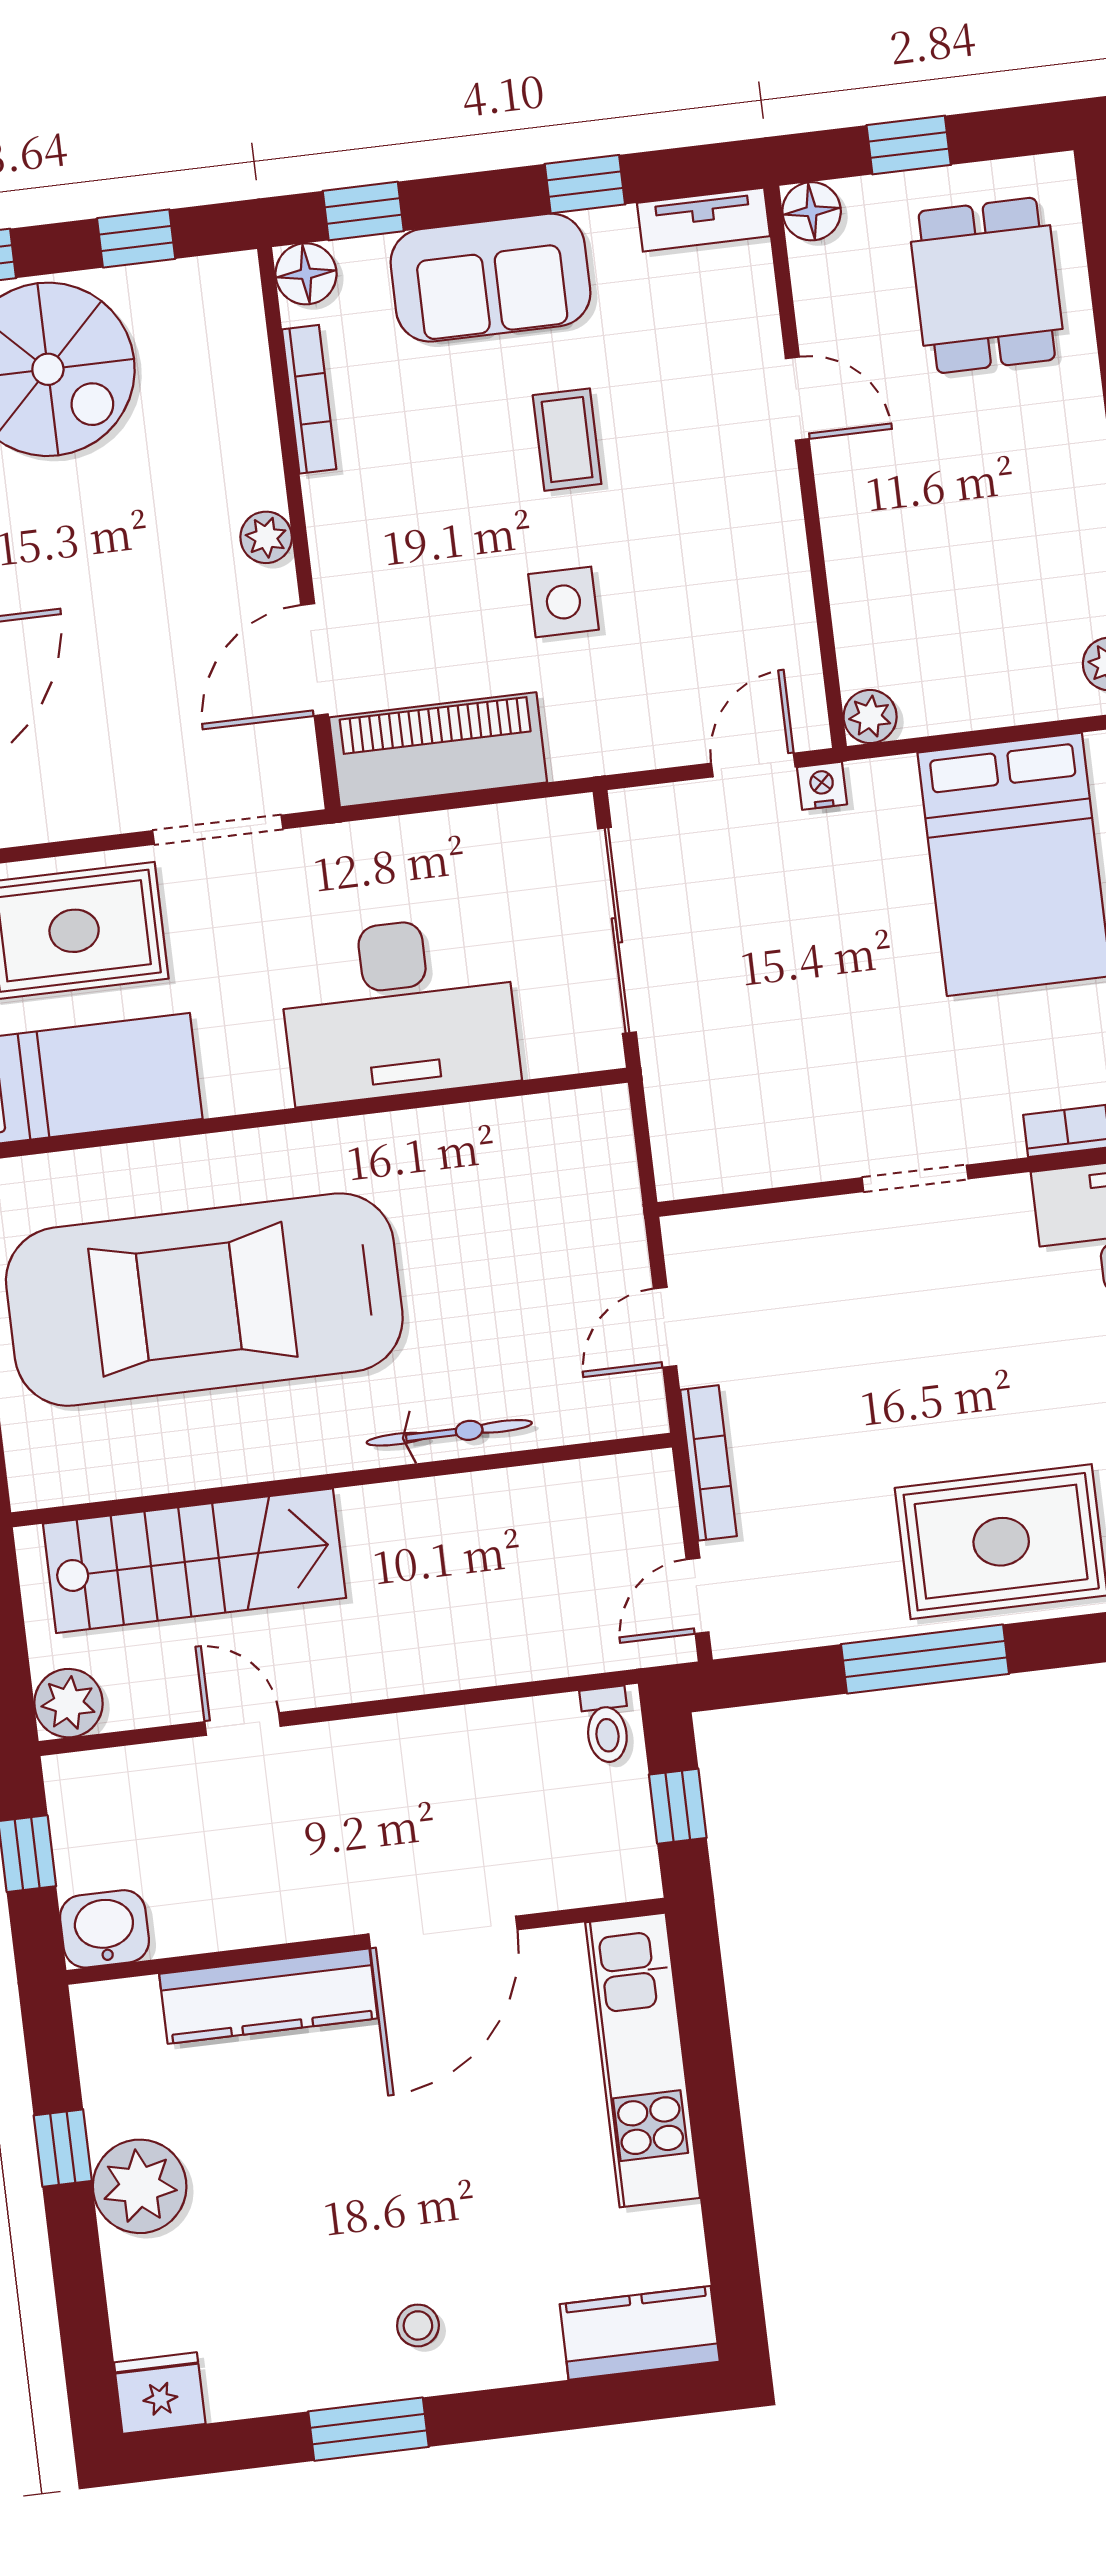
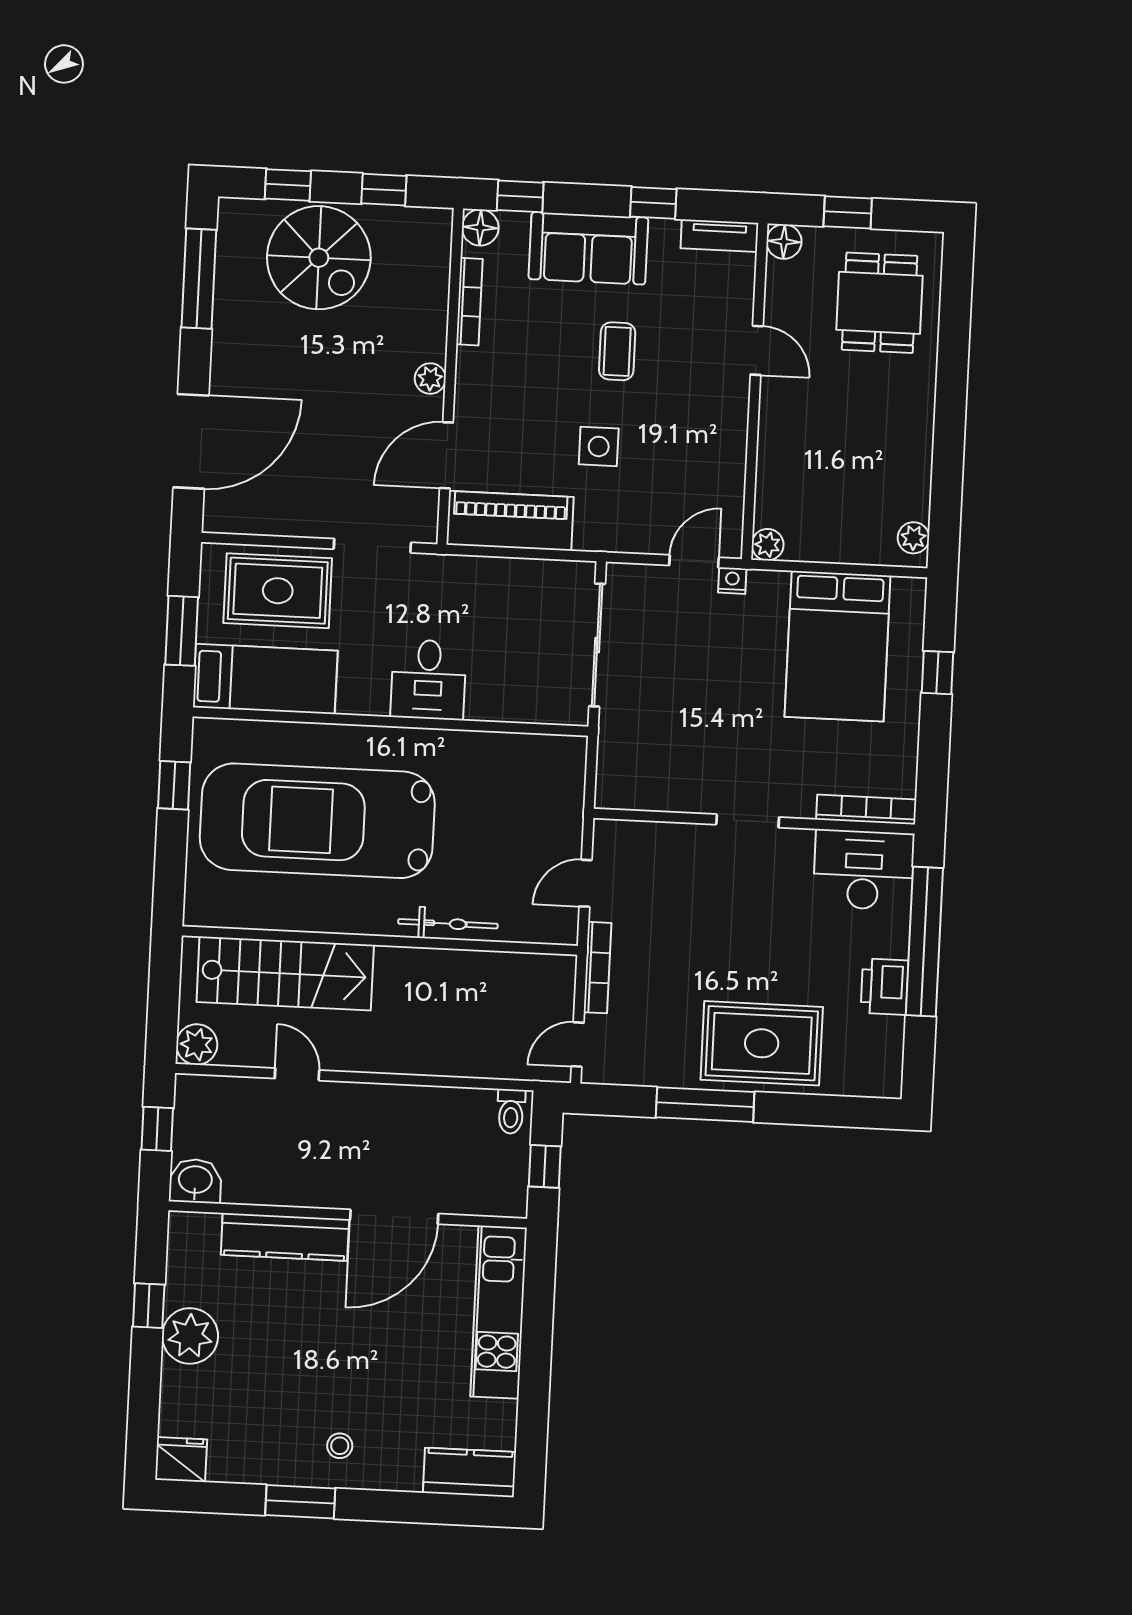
desk: (398, 1009) -> (428, 680), width x0.53, depth x0.77

